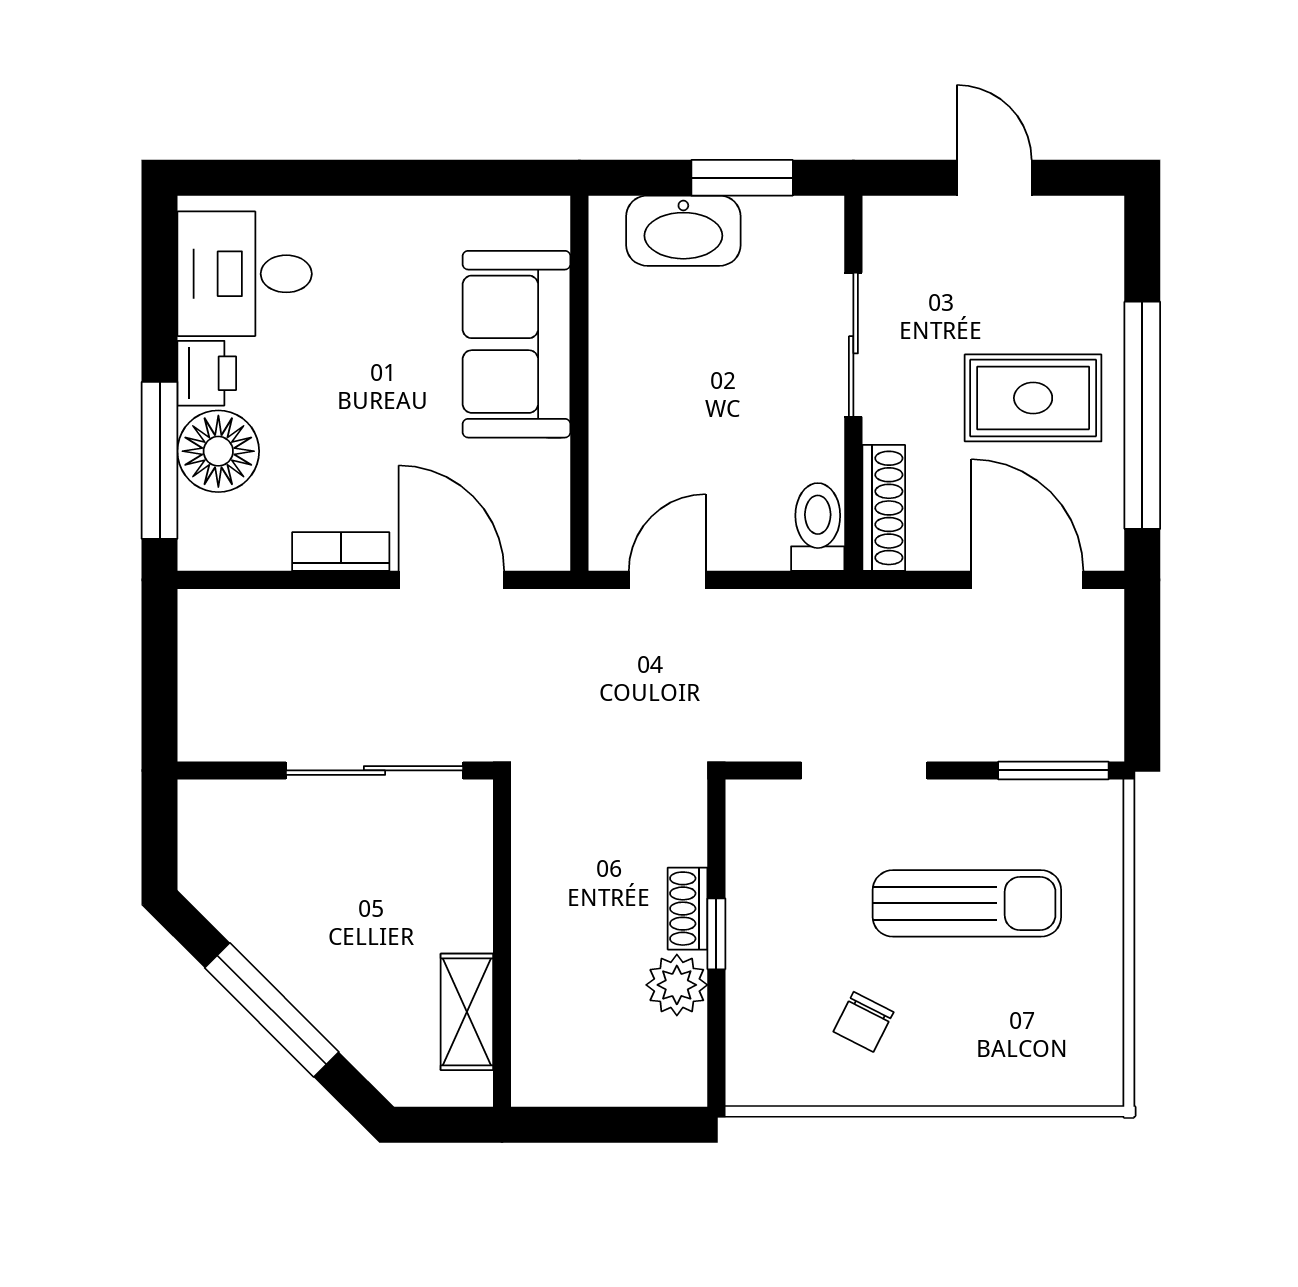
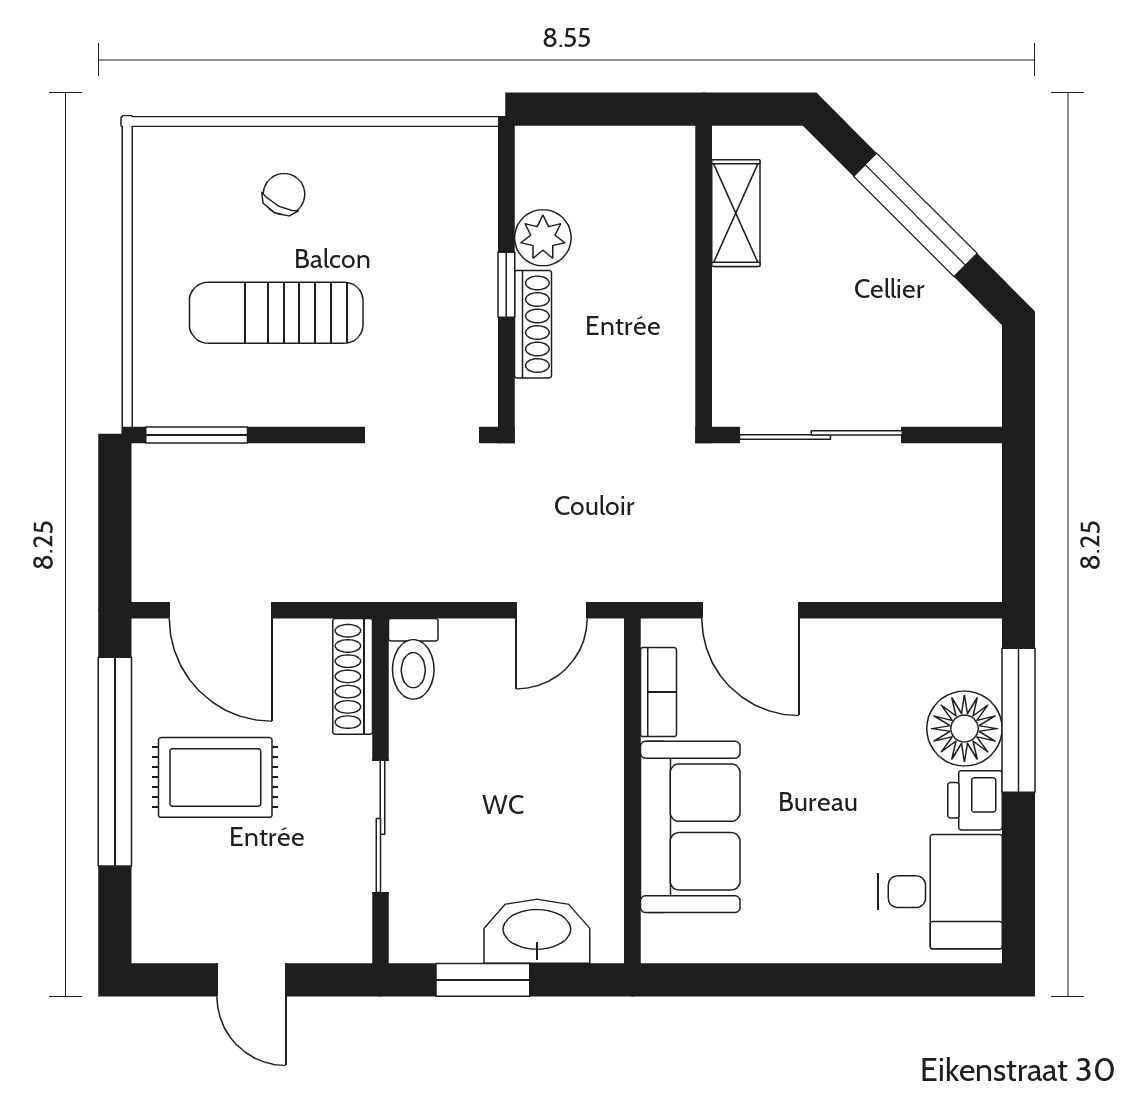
bookcase: (341, 552) -> (658, 692), moved, turned -90
doorway: (864, 770) -> (422, 435), moved
shoe rack: (688, 909) -> (533, 324), width x1.43
chair: (863, 1022) -> (284, 194), moved

